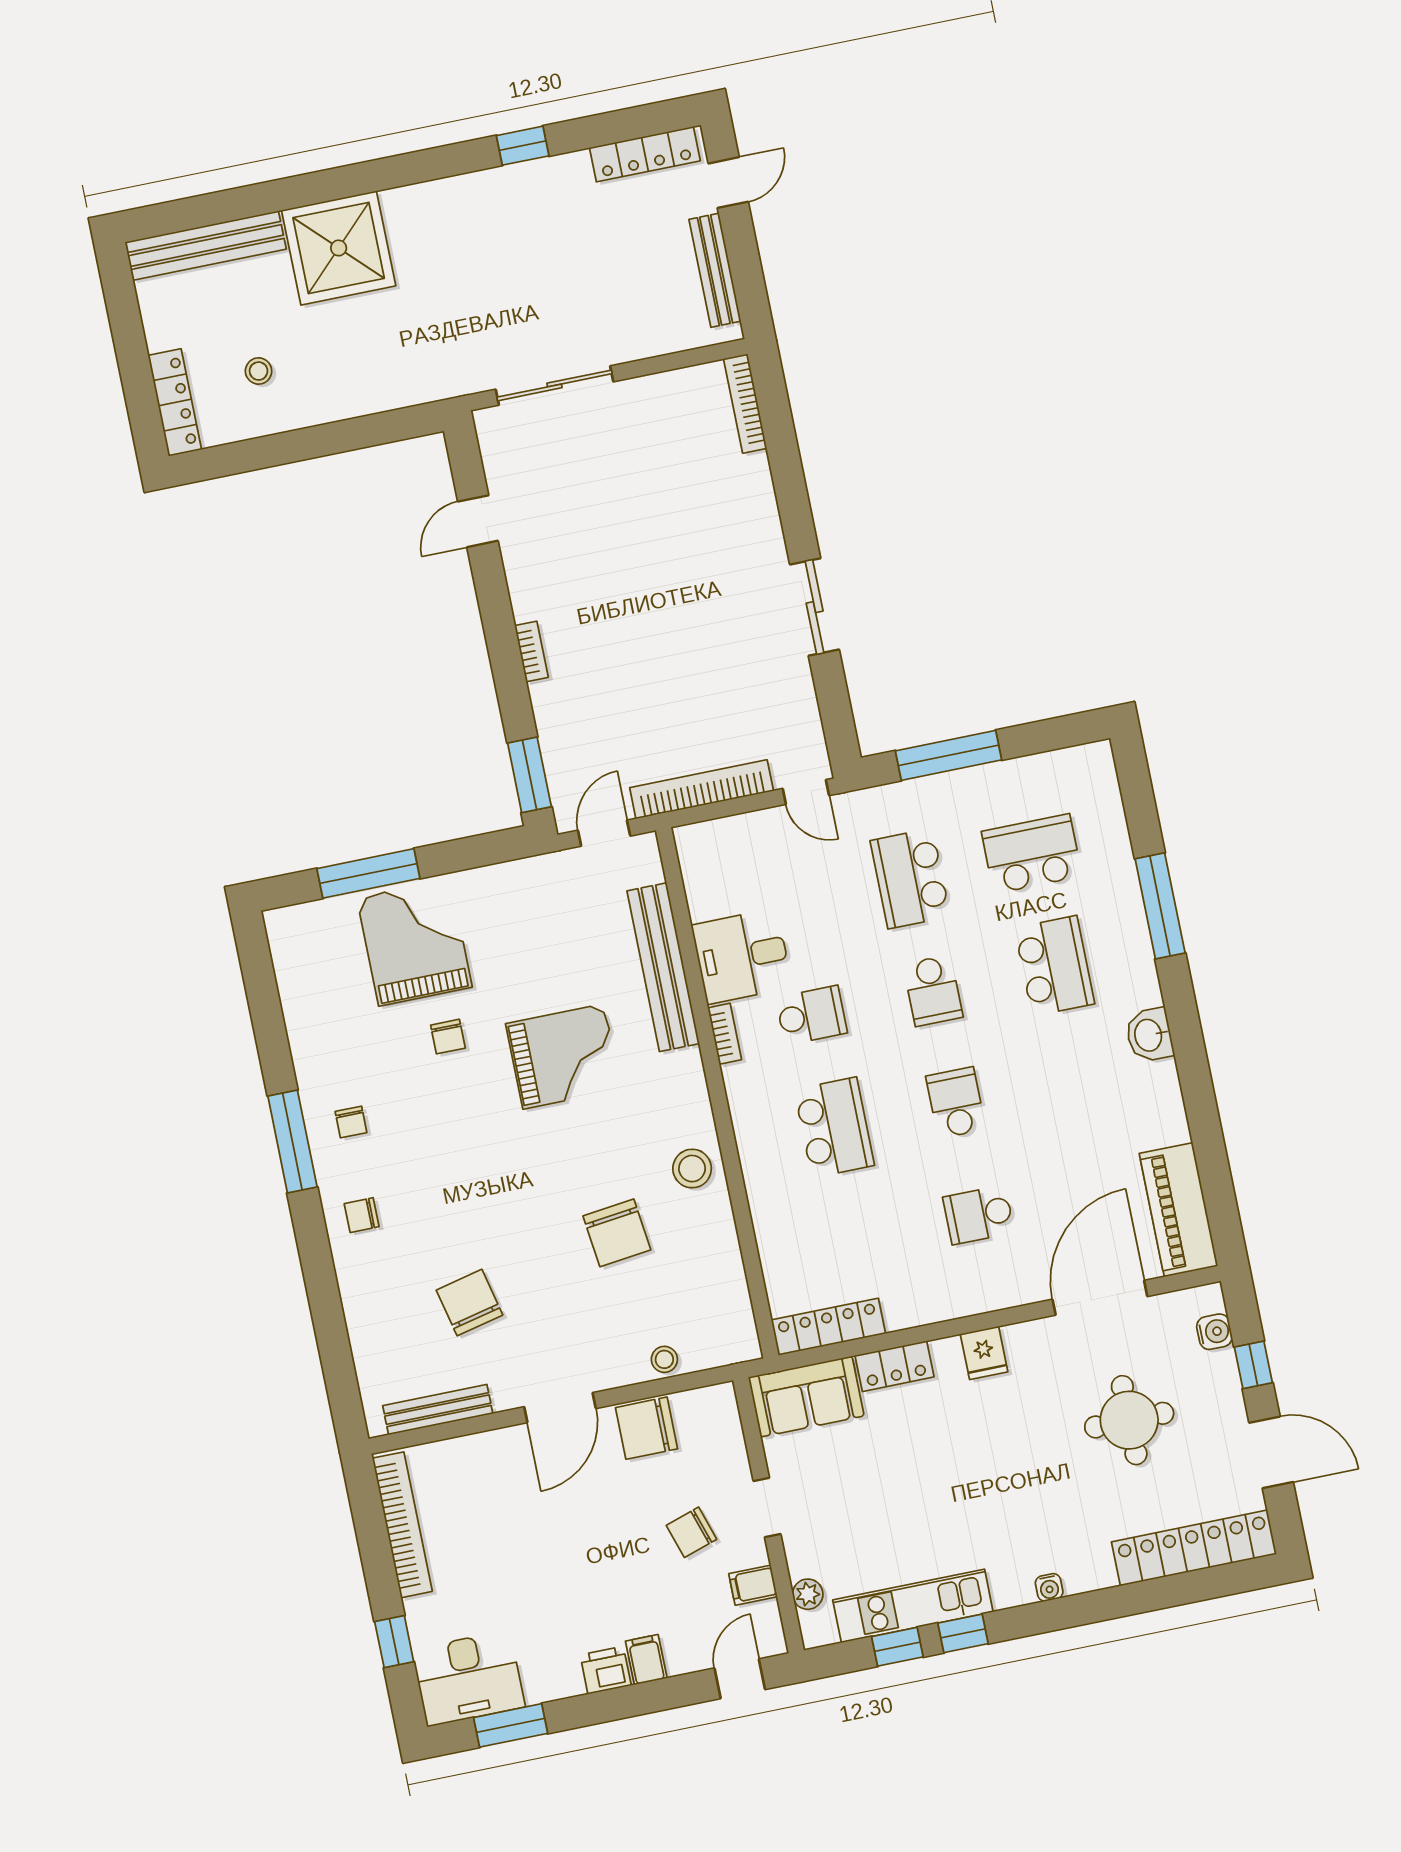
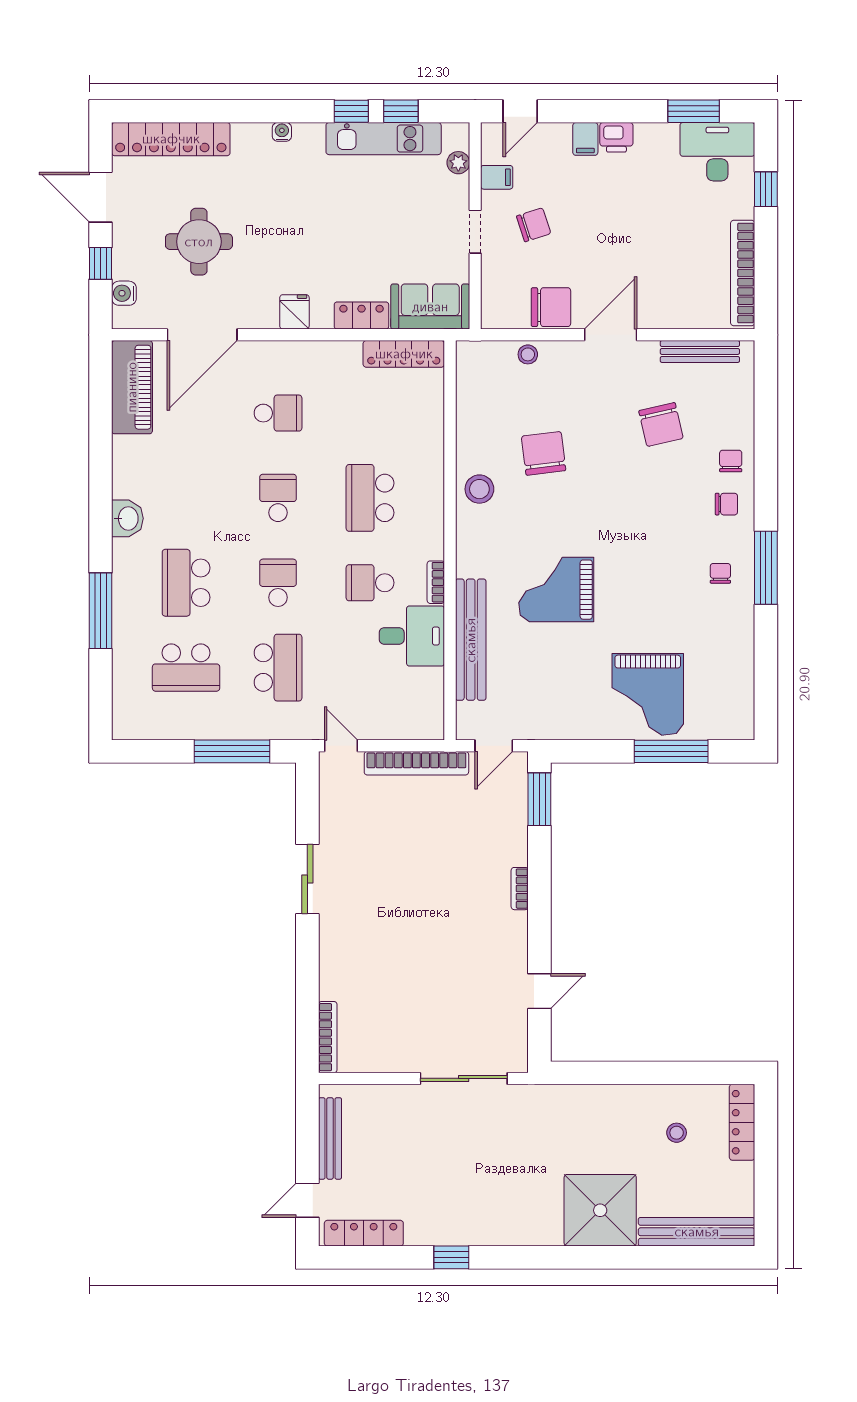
chair: (448, 1037) -> (731, 461), moved
school desk: (956, 1103) -> (278, 498), turned 180

